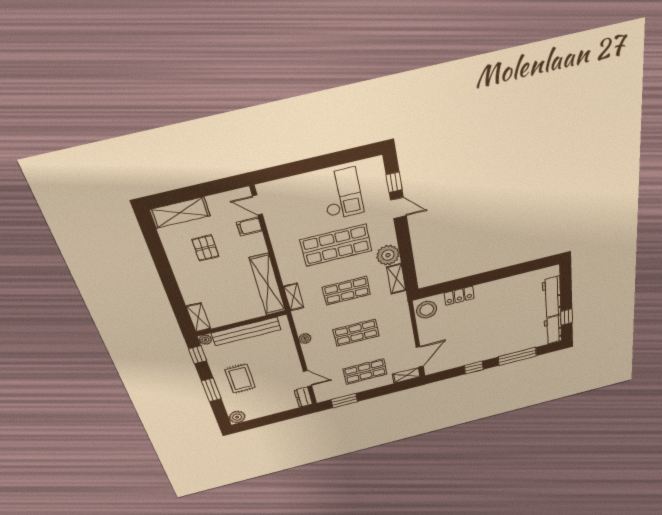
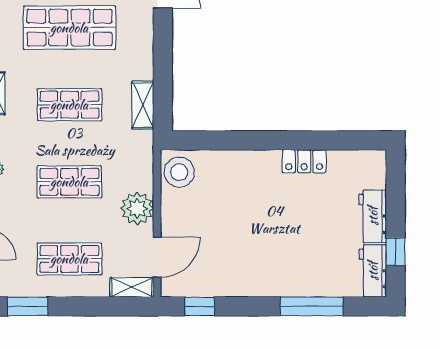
plant: (388, 255) -> (137, 208), moved
locker: (459, 296) -> (304, 161), moved
workbench: (552, 297) -> (373, 216), width x0.73
window: (474, 368) -> (200, 306), moved

